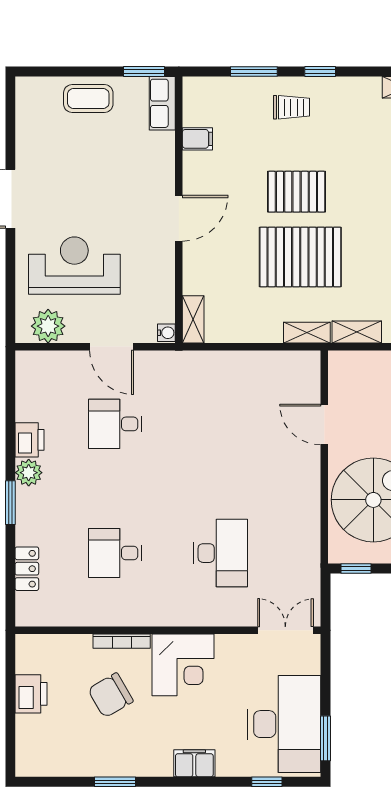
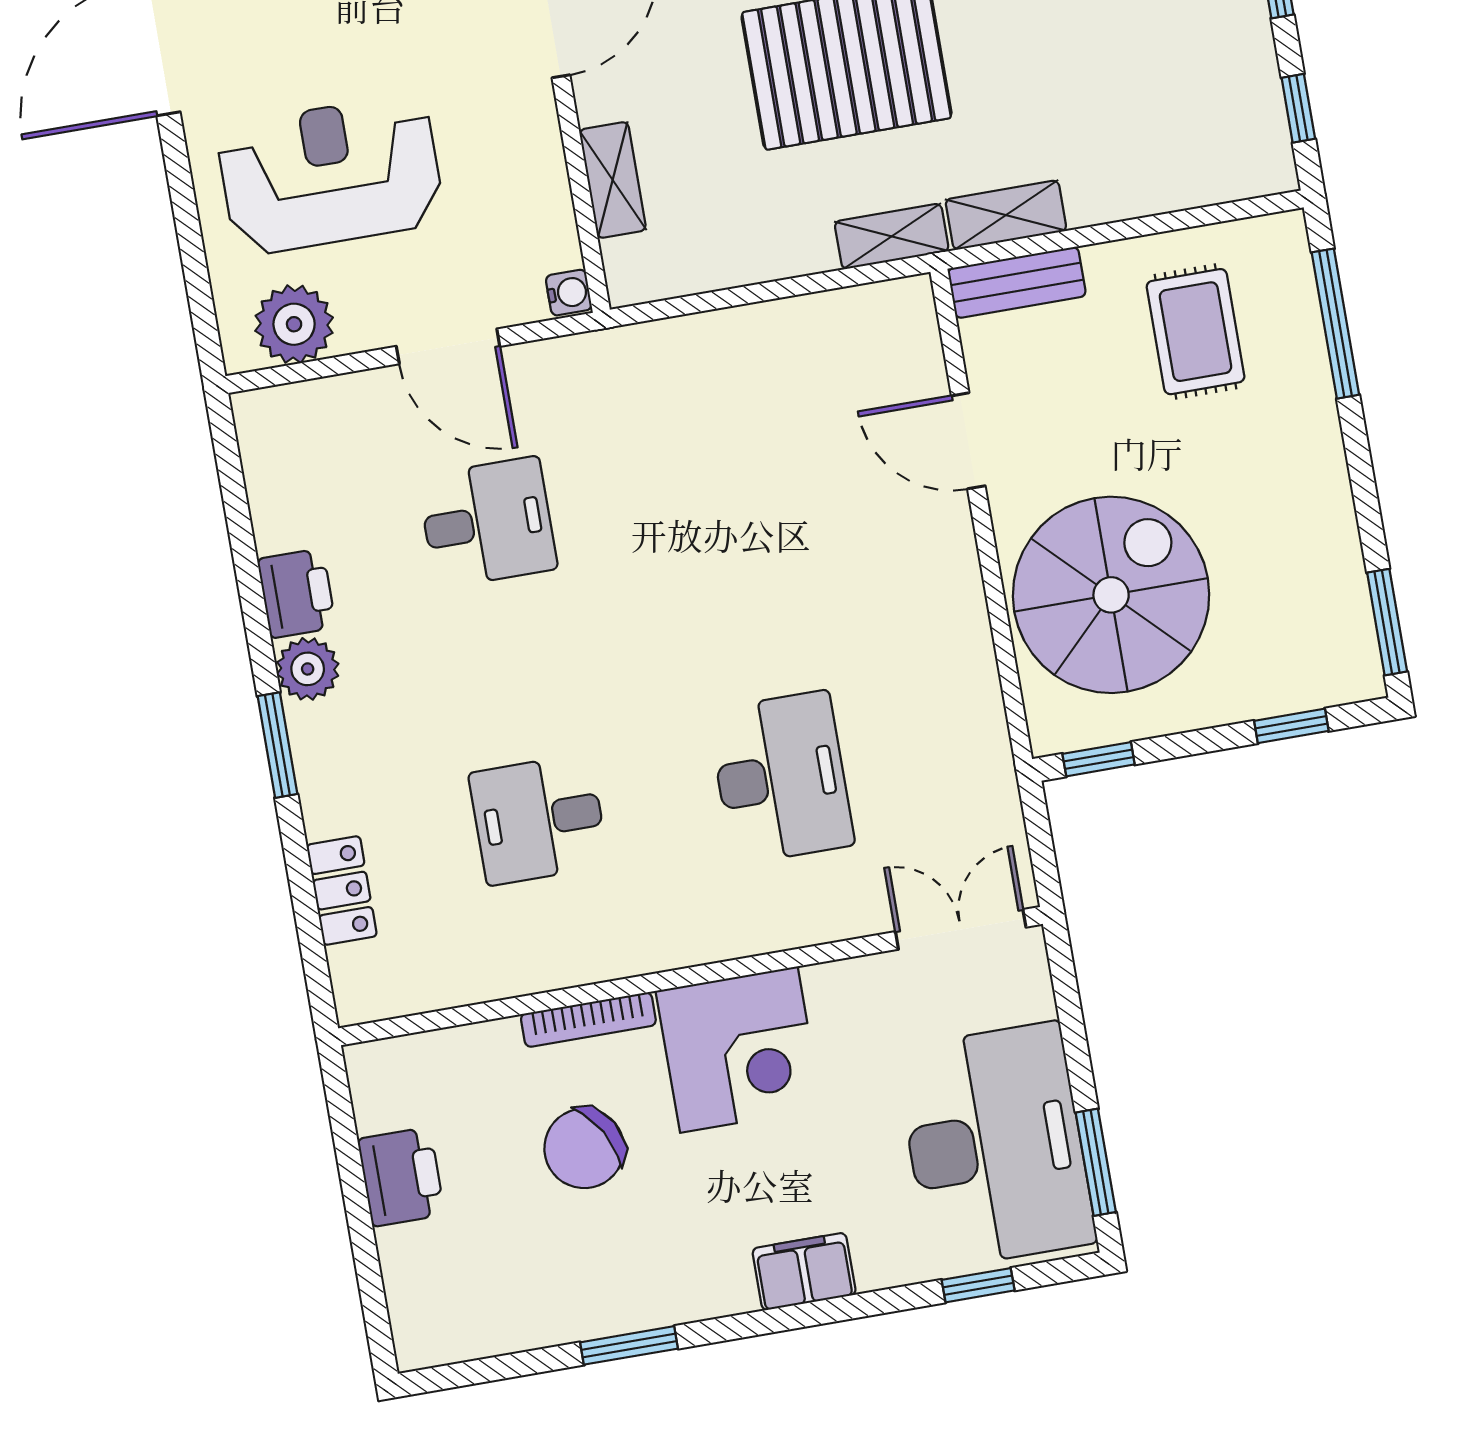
shelving: (193, 319) -> (613, 180), moved
bench: (356, 361) -> (1017, 282), added
desk: (115, 424) -> (487, 523), turned 180

